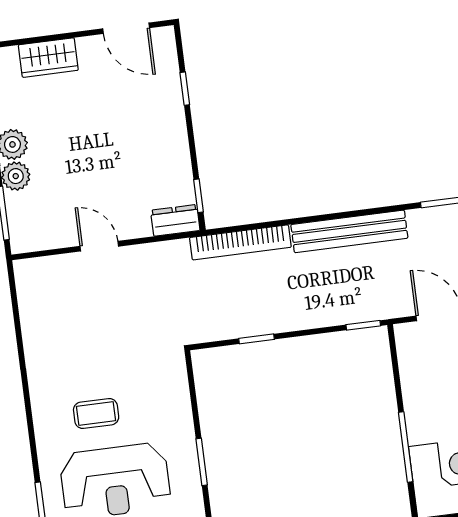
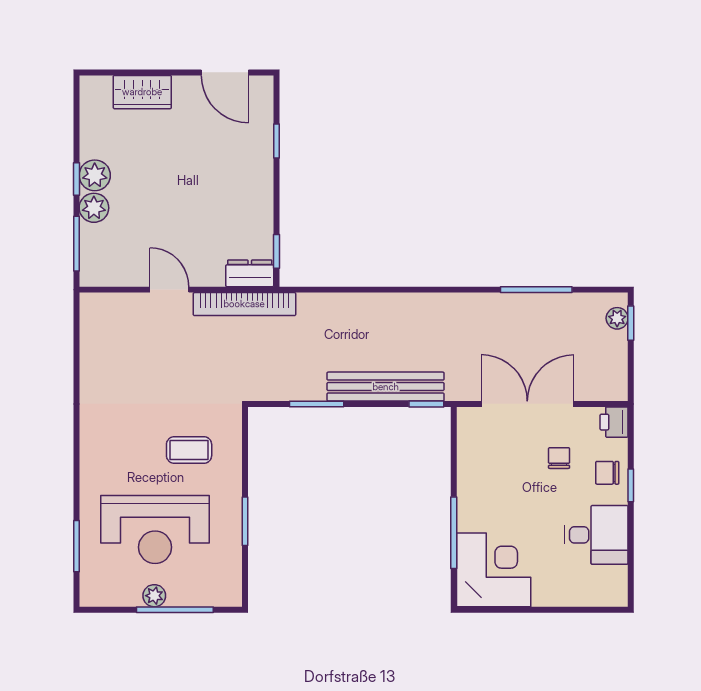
bench: (349, 231) -> (386, 387), moved
bookcase: (240, 242) -> (244, 304), moved
window: (257, 339) -> (317, 404), width x1.50
coffee table: (96, 414) -> (189, 450), moved

